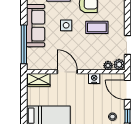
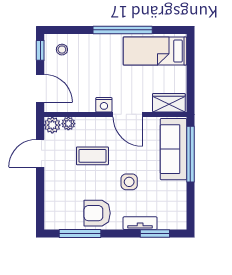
sofa: (36, 26) -> (173, 149), moved
coffee table: (97, 27) -> (92, 156), moved
nightstand: (94, 79) -> (104, 105), moved

